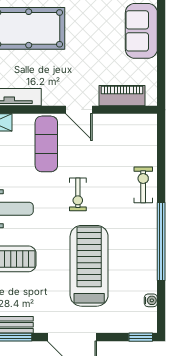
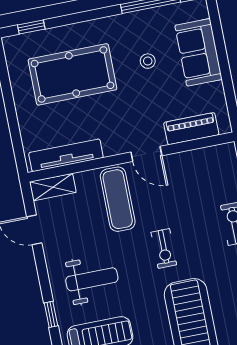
stool: (96, 30) -> (148, 61), added

